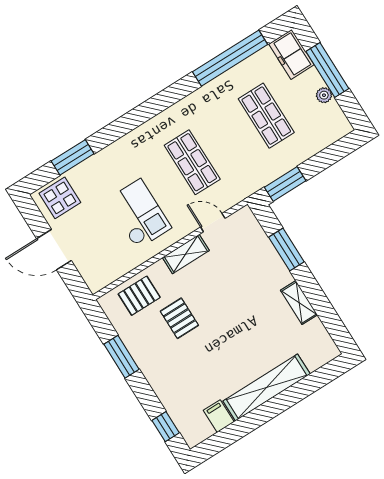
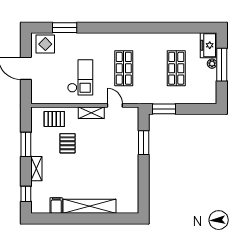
window: (230, 58) -> (176, 28), removed
plant: (324, 95) -> (212, 64), moved
shelving: (299, 303) -> (36, 169), moved

